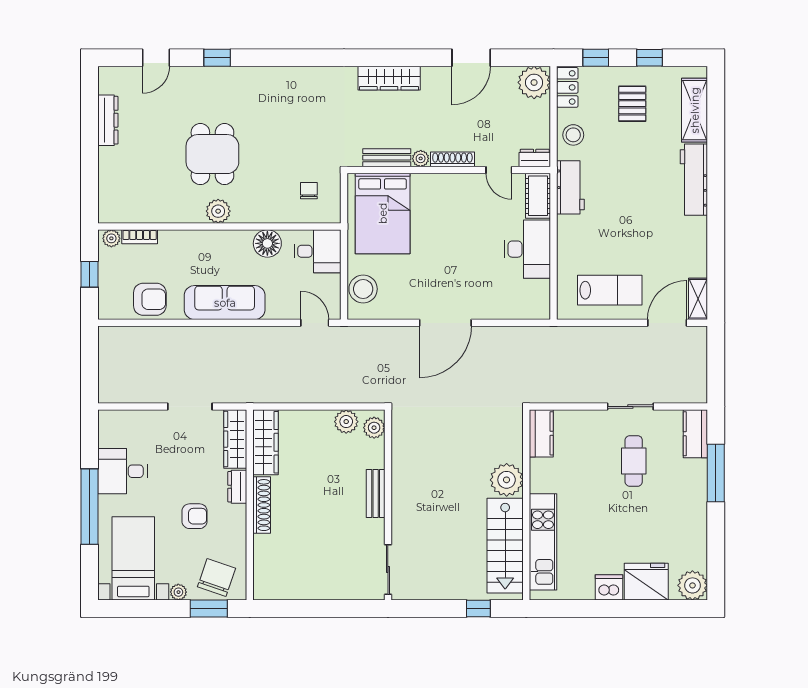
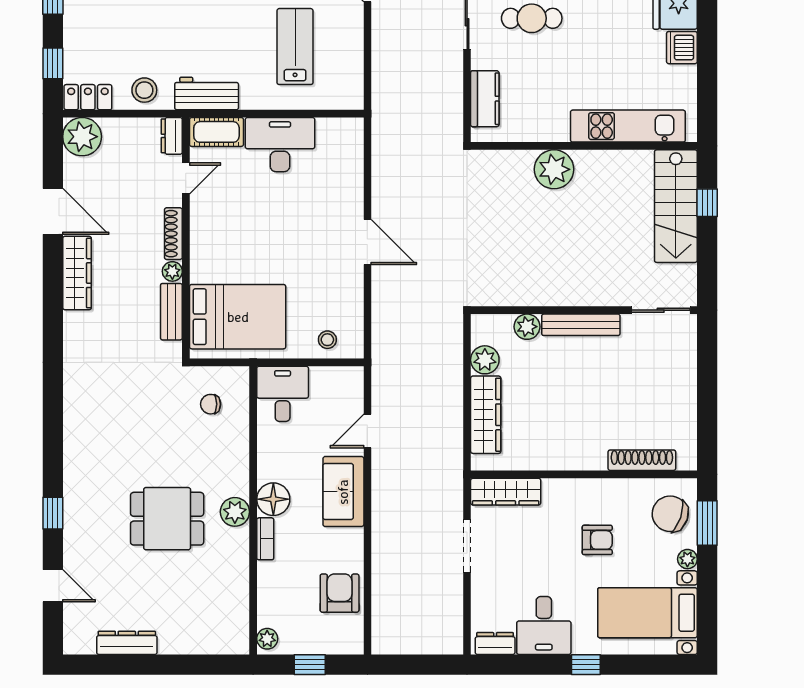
wardrobe: (389, 78) -> (77, 273), moved
pallet: (632, 104) -> (107, 20), removed
bookcase: (140, 237) -> (265, 539), moved
floor lamp: (267, 243) -> (273, 499), moved
stool: (363, 289) -> (327, 340), width x0.53, depth x0.53
lab bench: (610, 290) -> (295, 47), moved
sofa: (225, 303) -> (343, 492), width x0.73
door: (315, 323) -> (367, 431), moved
door: (445, 323) -> (367, 242), width x0.73
plant: (374, 428) -> (527, 327), moved
kitchen counter: (541, 433) -> (485, 99), moved, turned 90
wardrobe: (266, 442) -> (486, 415), moved, turned 90
dresser: (237, 487) -> (495, 644), moved, turned 180
bench: (376, 494) -> (581, 325), width x1.36
shoe rack: (262, 505) -> (642, 460), moved
window: (90, 507) -> (586, 665), width x0.32
armchair: (195, 516) -> (597, 540), turned 90
stairs: (505, 546) -> (676, 206), moved, turned 90

